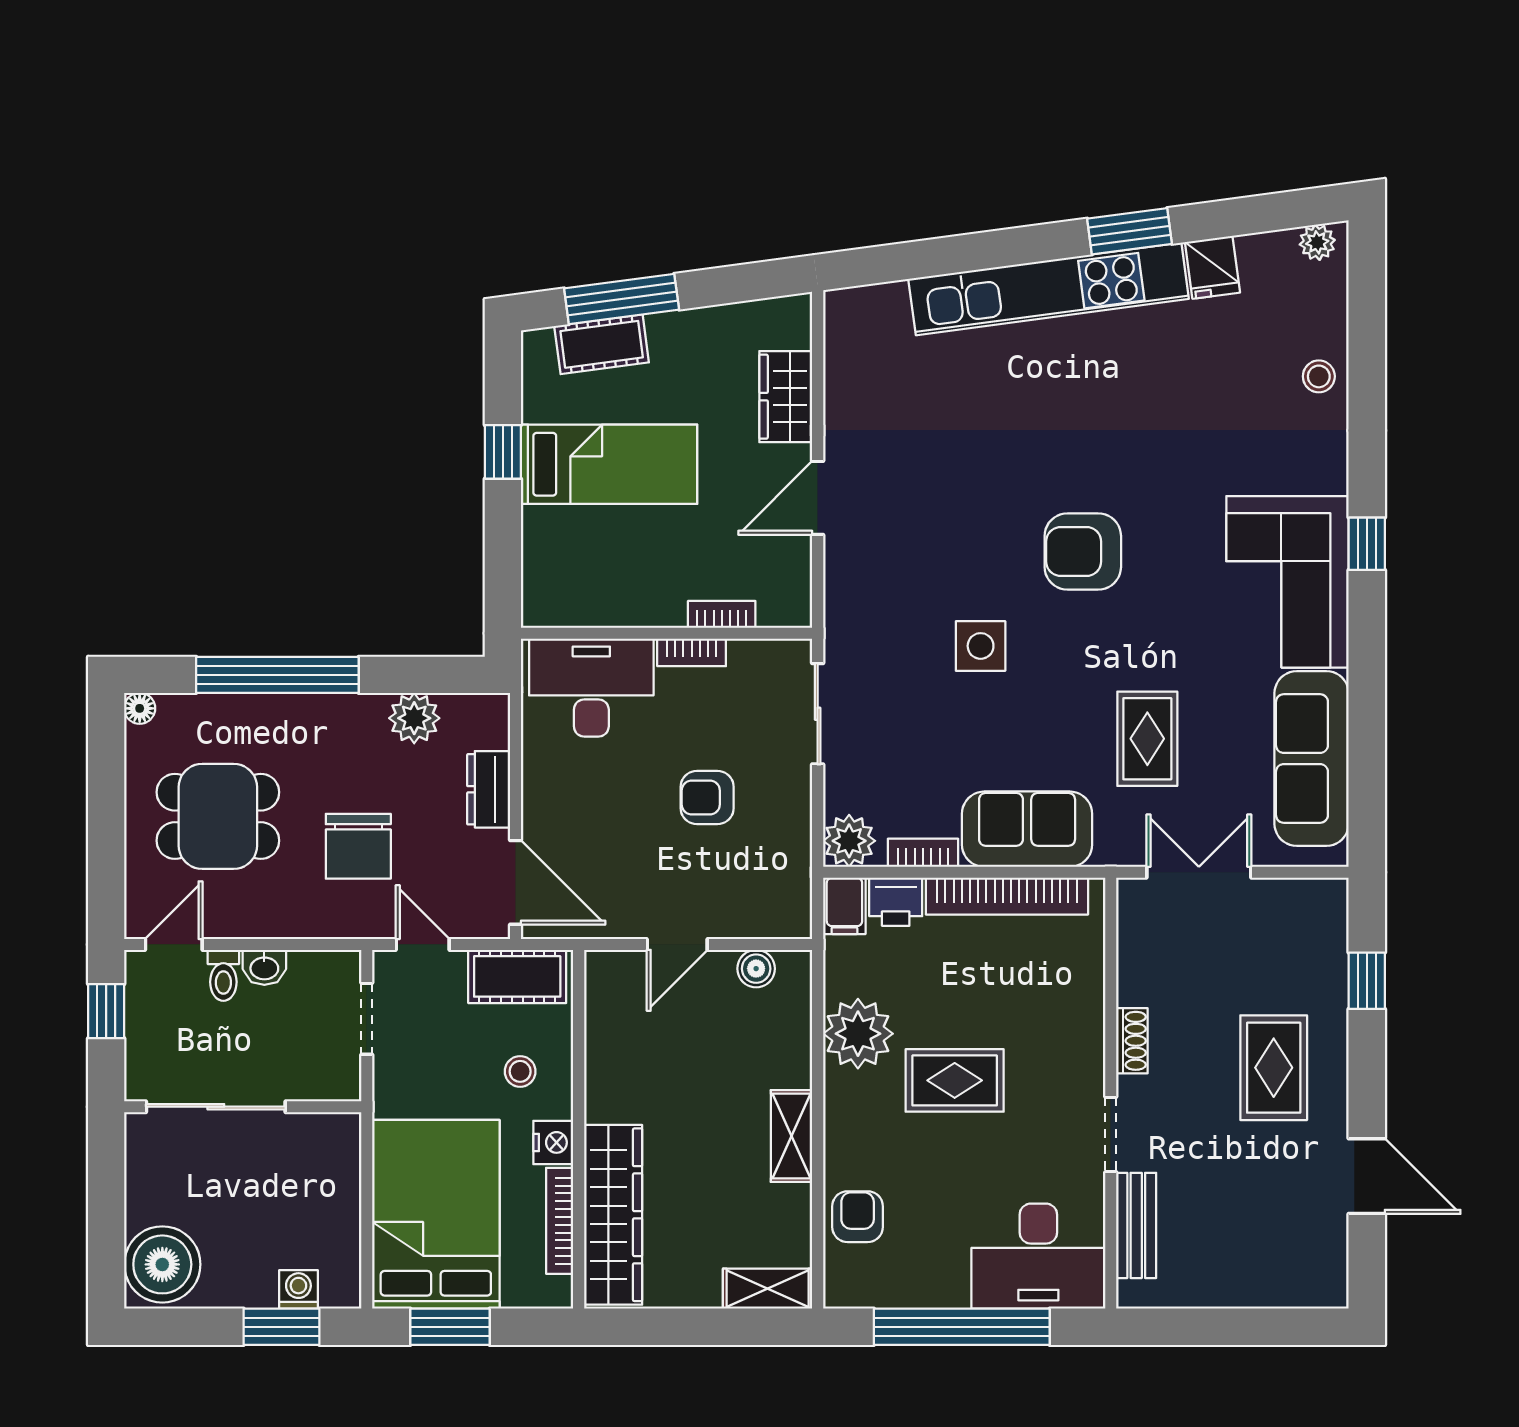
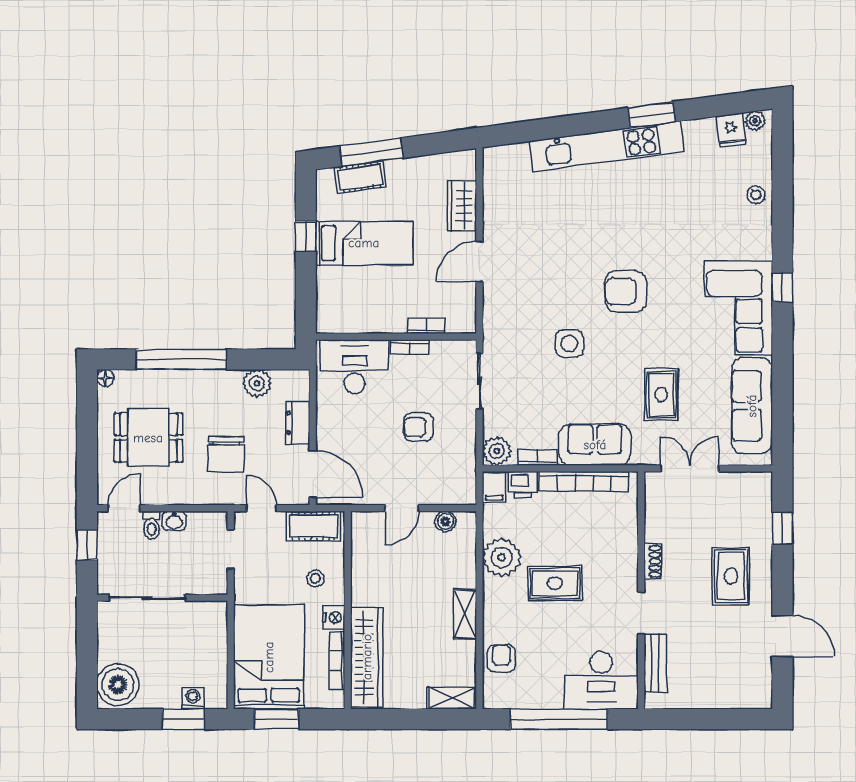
fridge: (1212, 267) -> (731, 130), moved

